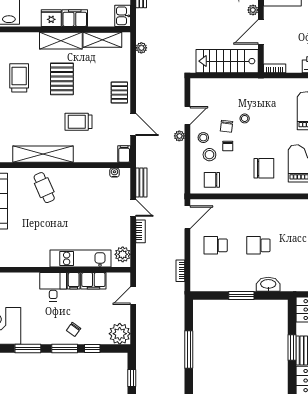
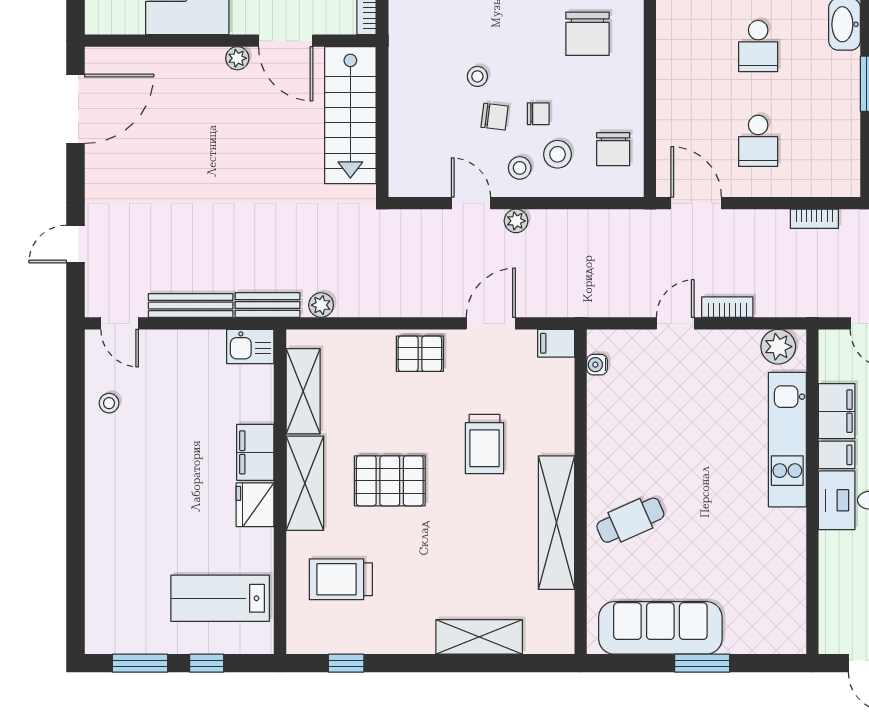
trolley: (19, 78) -> (341, 579), moved
chair: (264, 168) -> (587, 34), turned 180
bench: (141, 183) -> (268, 305), moved

